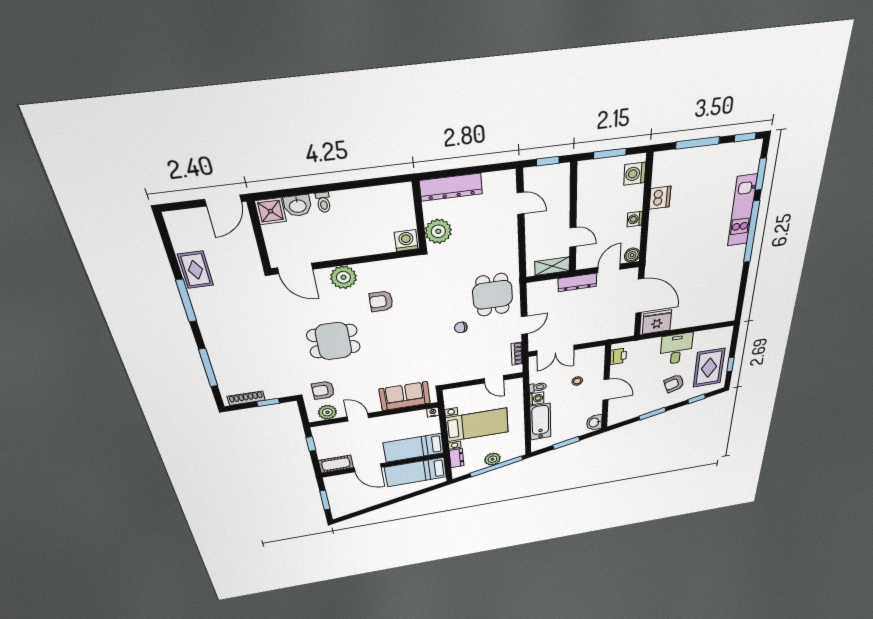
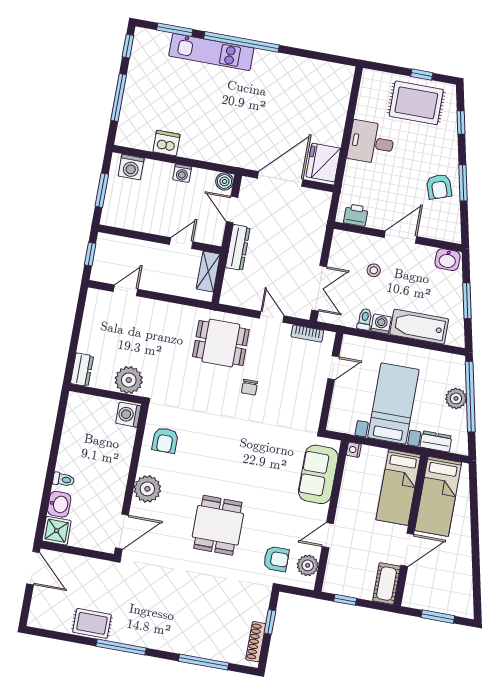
dresser: (451, 187) -> (82, 370), width x0.51, depth x0.80
armchair: (381, 301) -> (165, 440), moved
armchair: (674, 383) -> (439, 187), moved
armchair: (323, 390) -> (276, 559), turned -90

